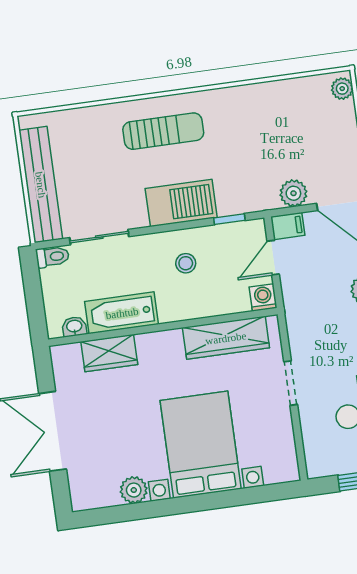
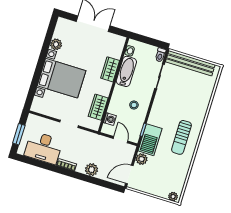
sun lounger: (163, 131) -> (182, 137), moved
barbecue: (181, 203) -> (150, 140), moved
filing cabinet: (288, 226) -> (130, 151), removed
washing machine: (263, 297) -> (110, 119), moved
wardrobe: (226, 338) -> (98, 107), width x0.67
wardrobe: (109, 353) -> (110, 69), moved

